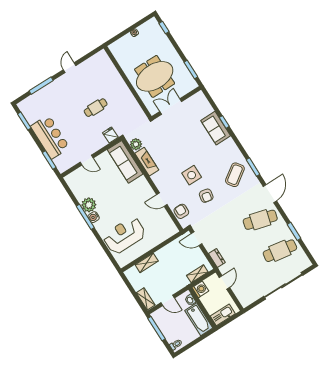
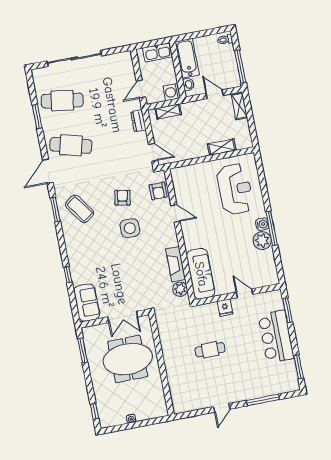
sofa: (216, 128) -> (87, 303), moved
fridge: (110, 135) -> (225, 308), moved
coffee table: (235, 175) -> (80, 209), turned 90
reception desk: (124, 235) -> (235, 189), turned -90

